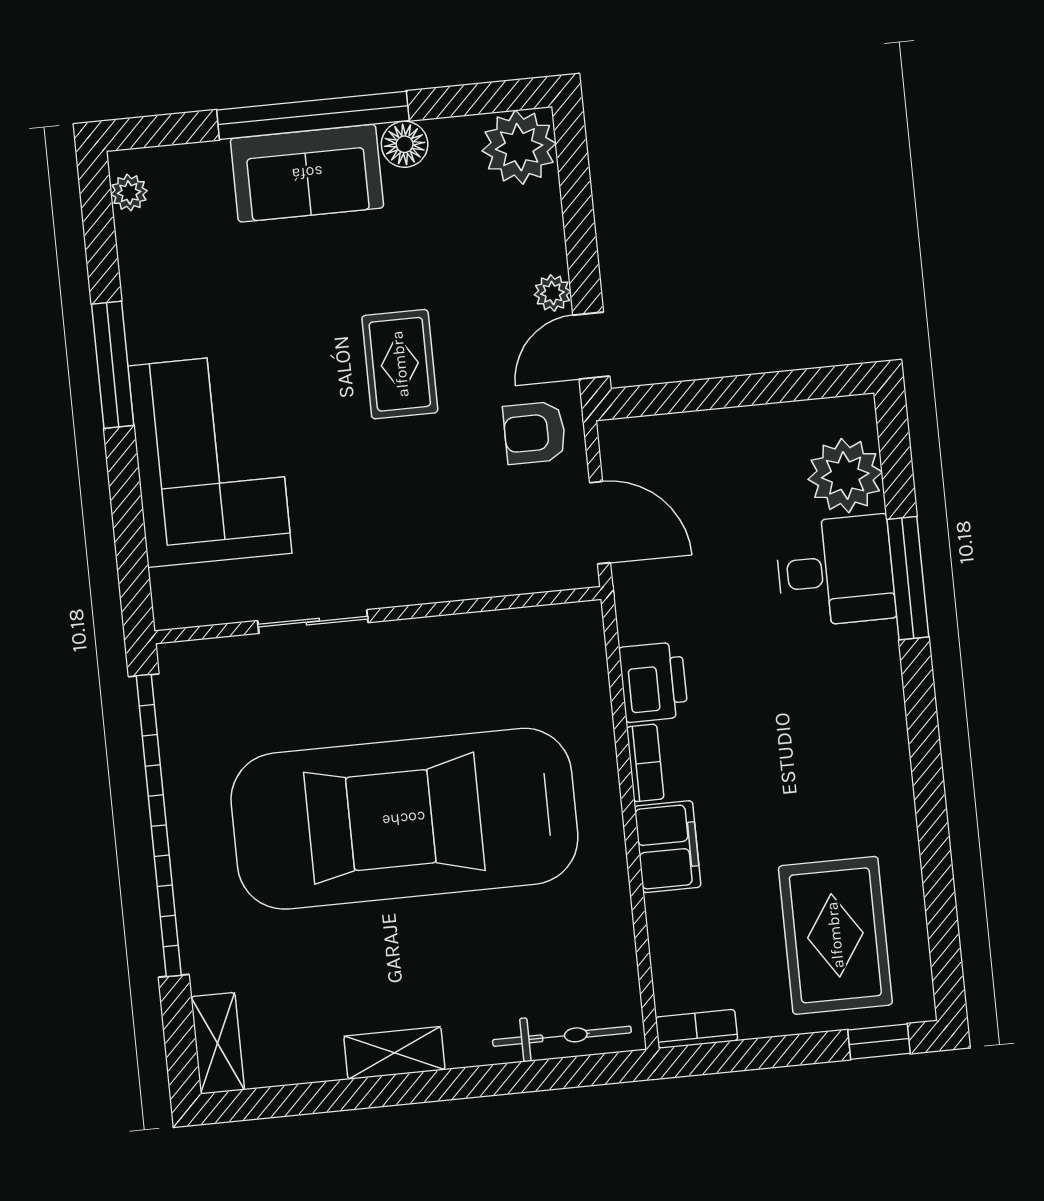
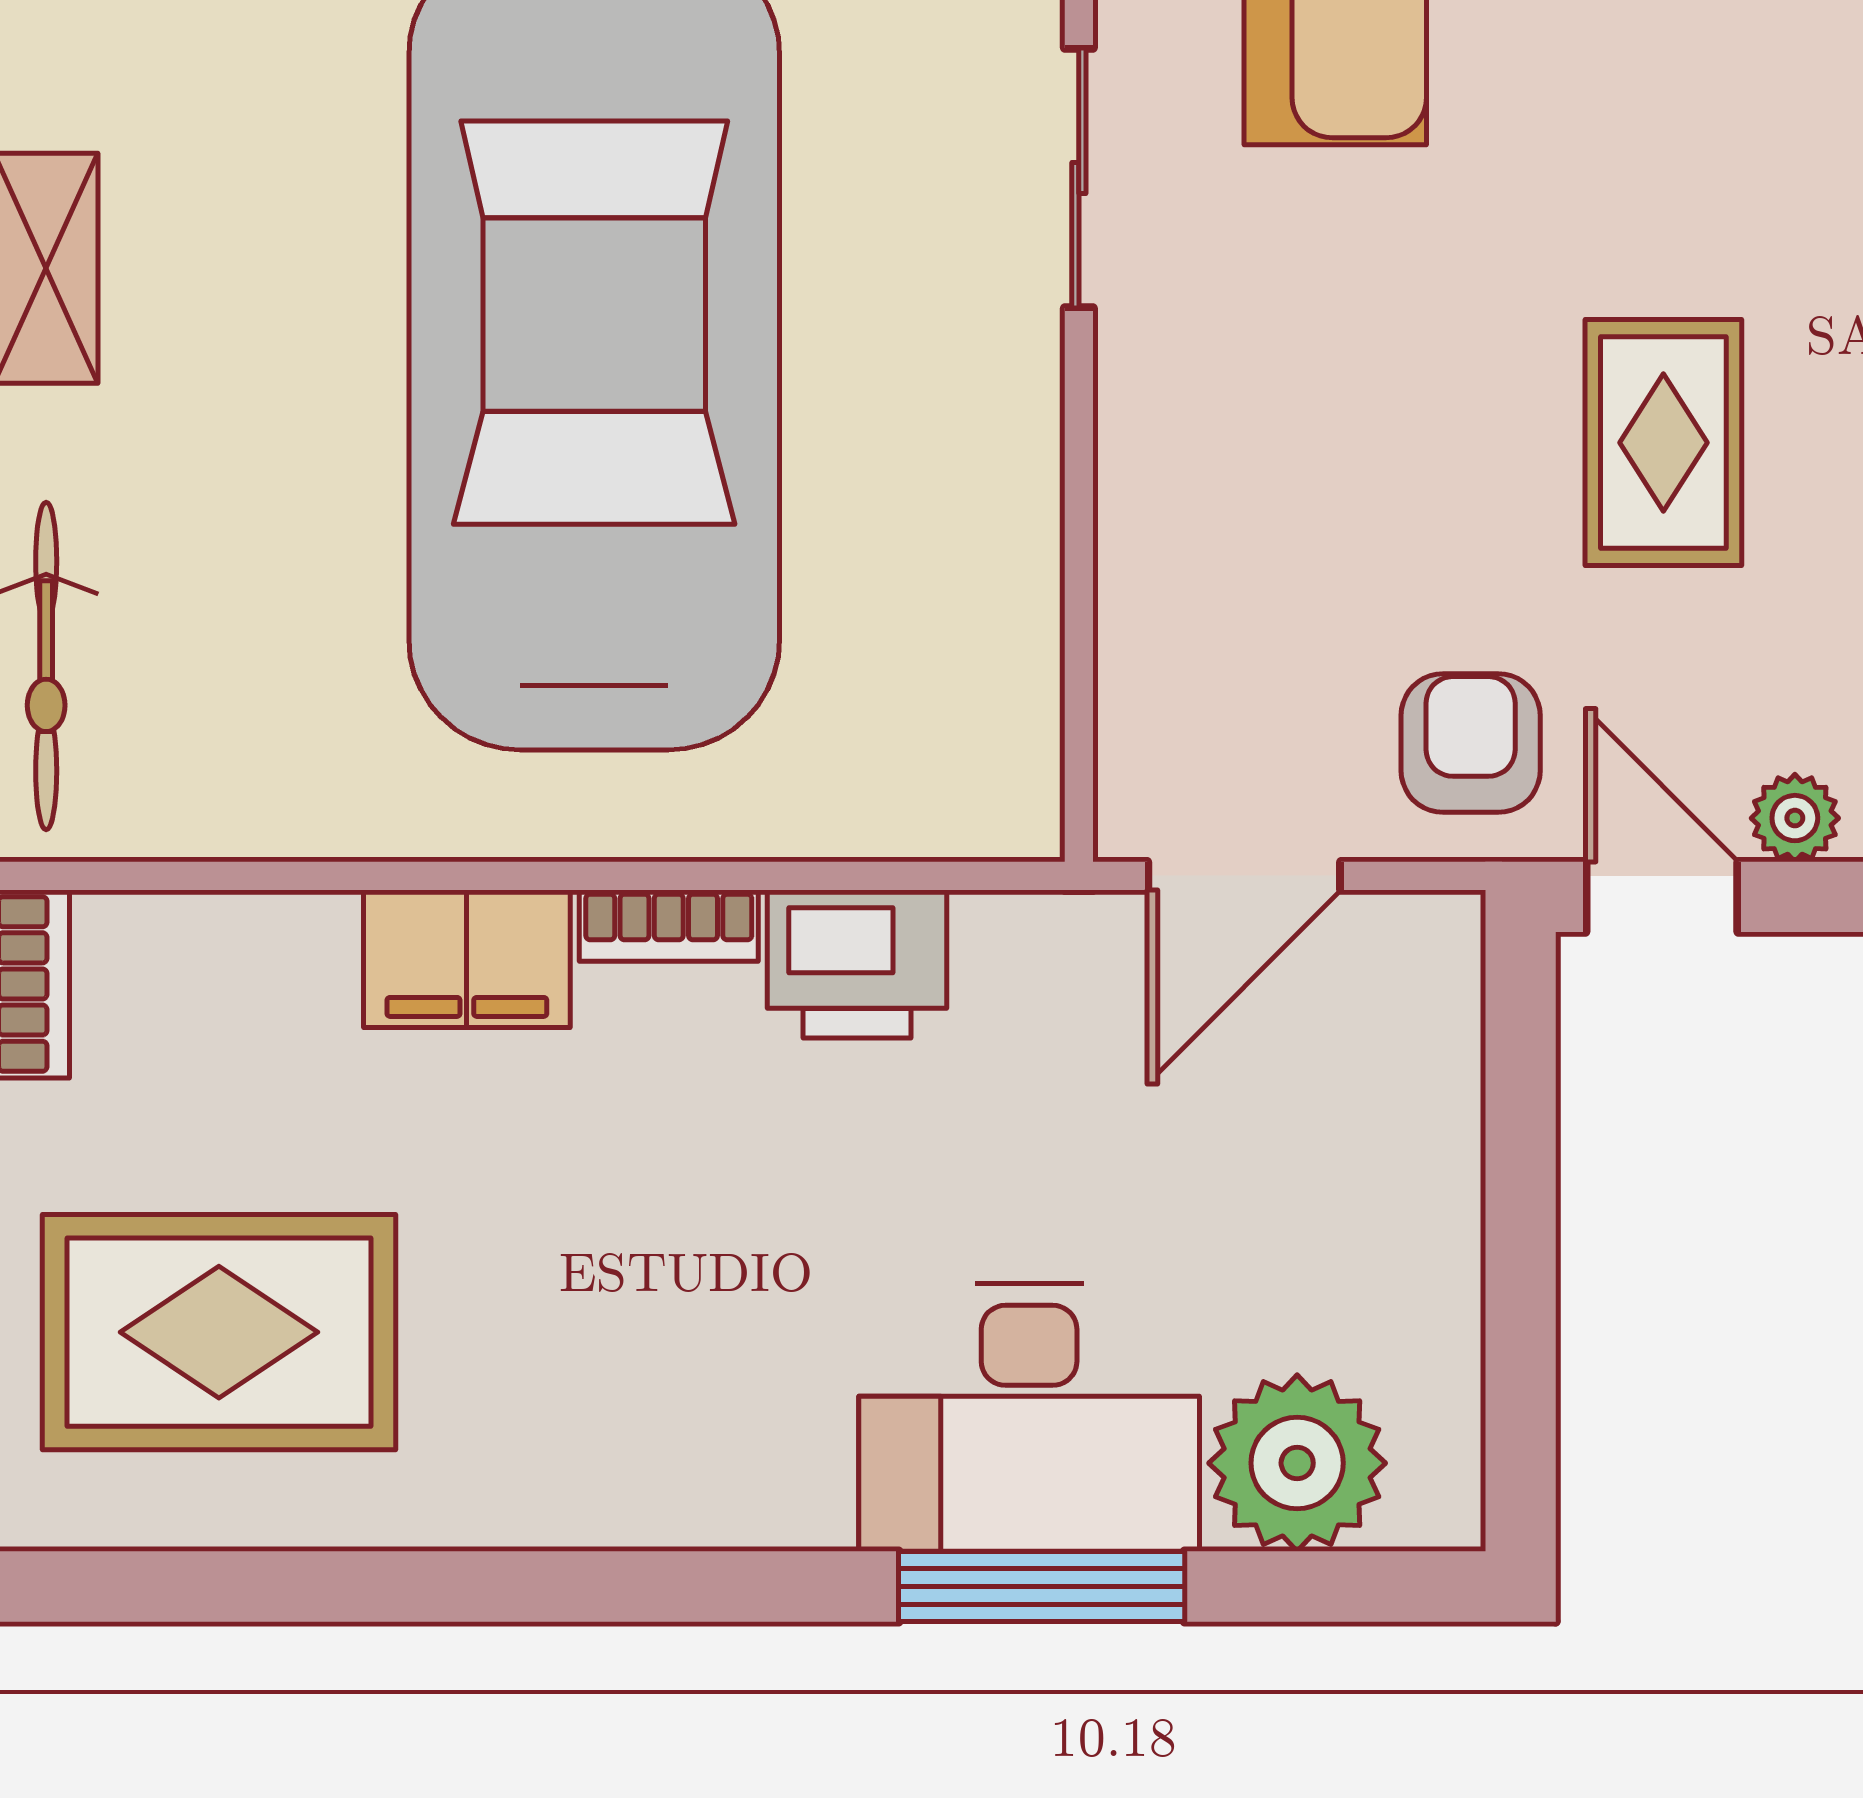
rug: (400, 364) -> (1663, 443), turned 90
desk: (835, 571) -> (1029, 1418), width x1.37

